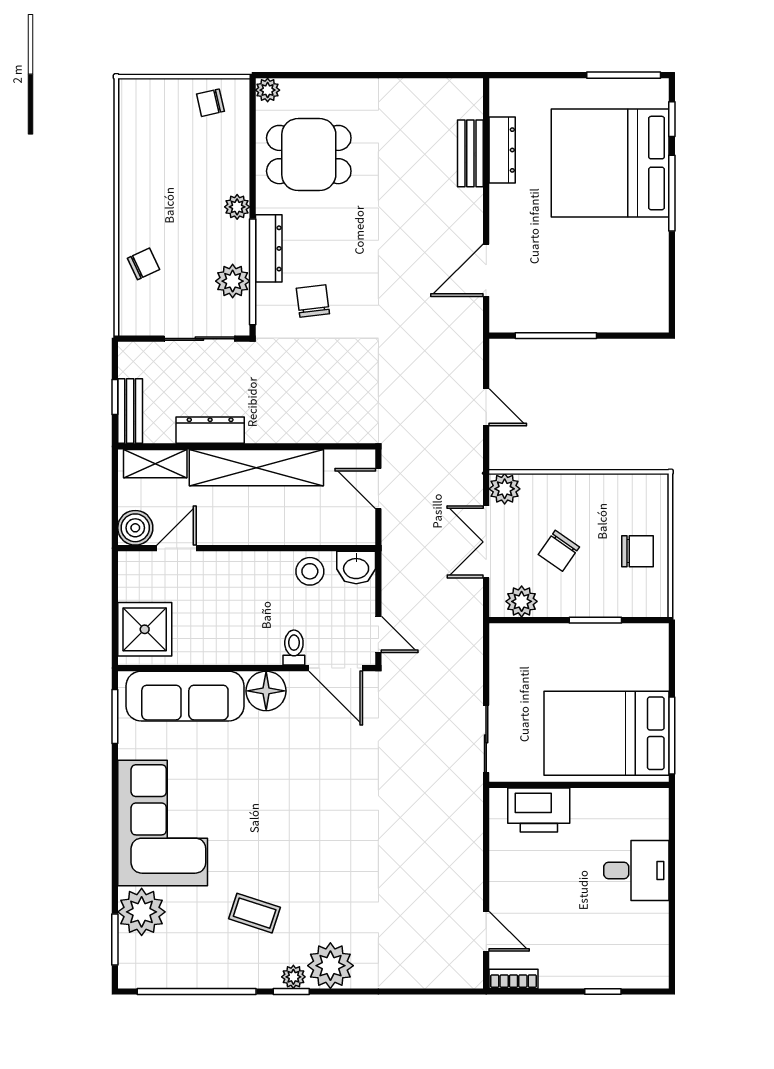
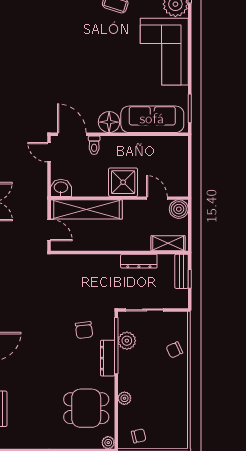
plant: (237, 207) -> (124, 398), moved
shelving: (256, 468) -> (86, 209), moved
door: (176, 548) -> (157, 198), swing flipped
stool: (310, 571) -> (86, 186), removed
shower: (145, 629) -> (123, 182), moved

